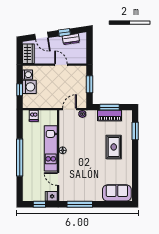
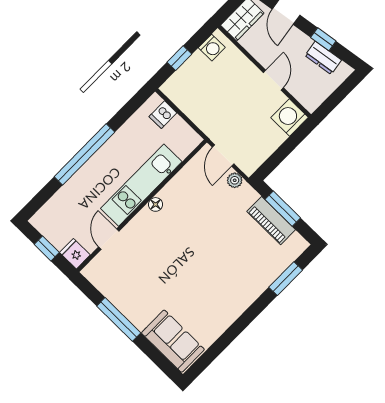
window: (90, 84) -> (286, 148), removed
washing machine: (29, 87) -> (289, 117), moved, turned 180
door: (70, 109) -> (223, 156), swing flipped
rug: (114, 147) -> (233, 271), removed
window: (80, 204) -> (119, 319), moved

